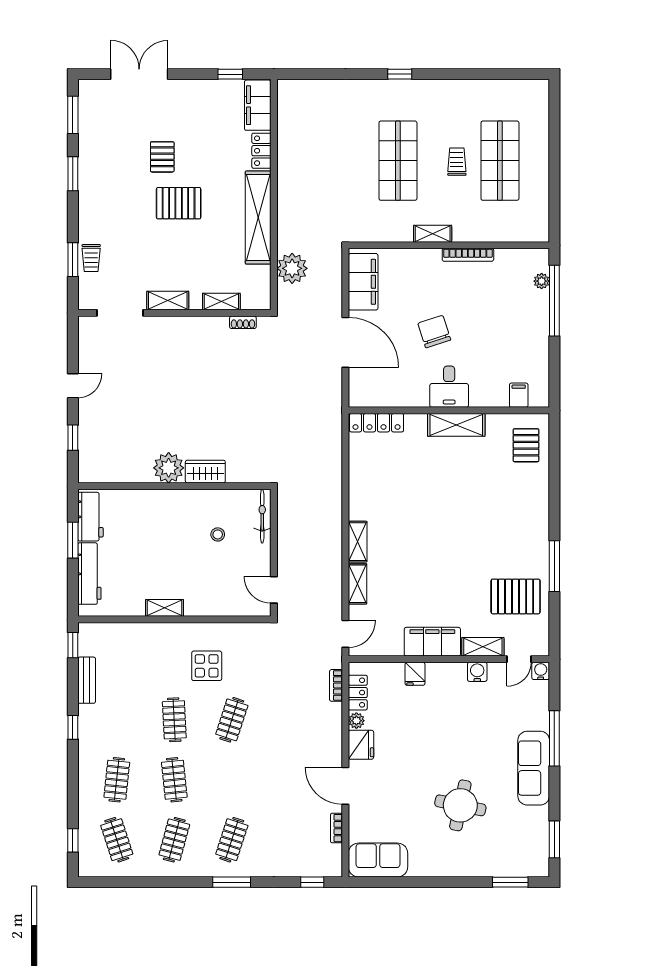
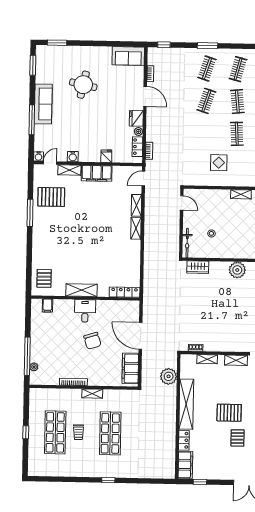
window: (554, 160) -> (26, 432), added
wardrobe: (205, 472) -> (198, 267), moved
clothes rail: (232, 720) -> (206, 101), moved

